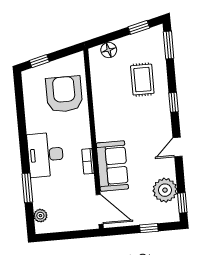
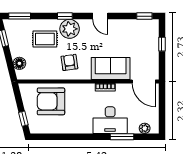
armchair: (115, 113) -> (69, 62), added
desk: (46, 155) -> (110, 120), moved
plant: (165, 190) -> (70, 29), moved
door: (100, 209) -> (144, 81), swing flipped

